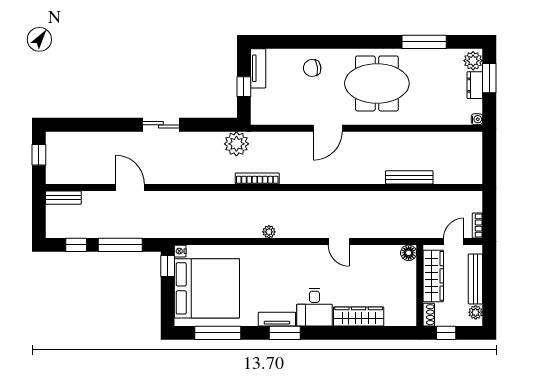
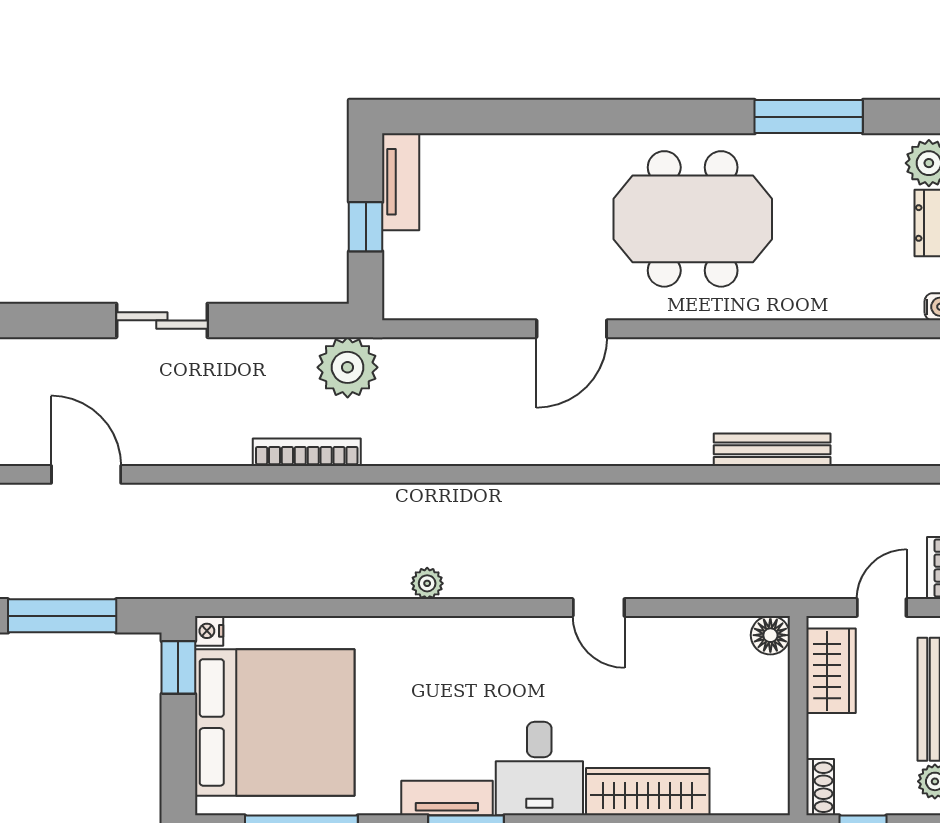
chair: (312, 68) -> (534, 181), removed
bookcase: (257, 178) -> (307, 452), moved
wardrobe: (433, 276) -> (831, 671), width x0.67

